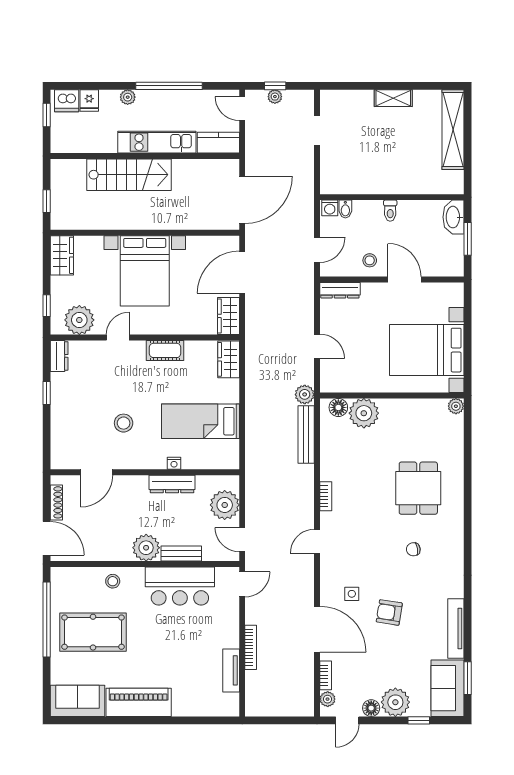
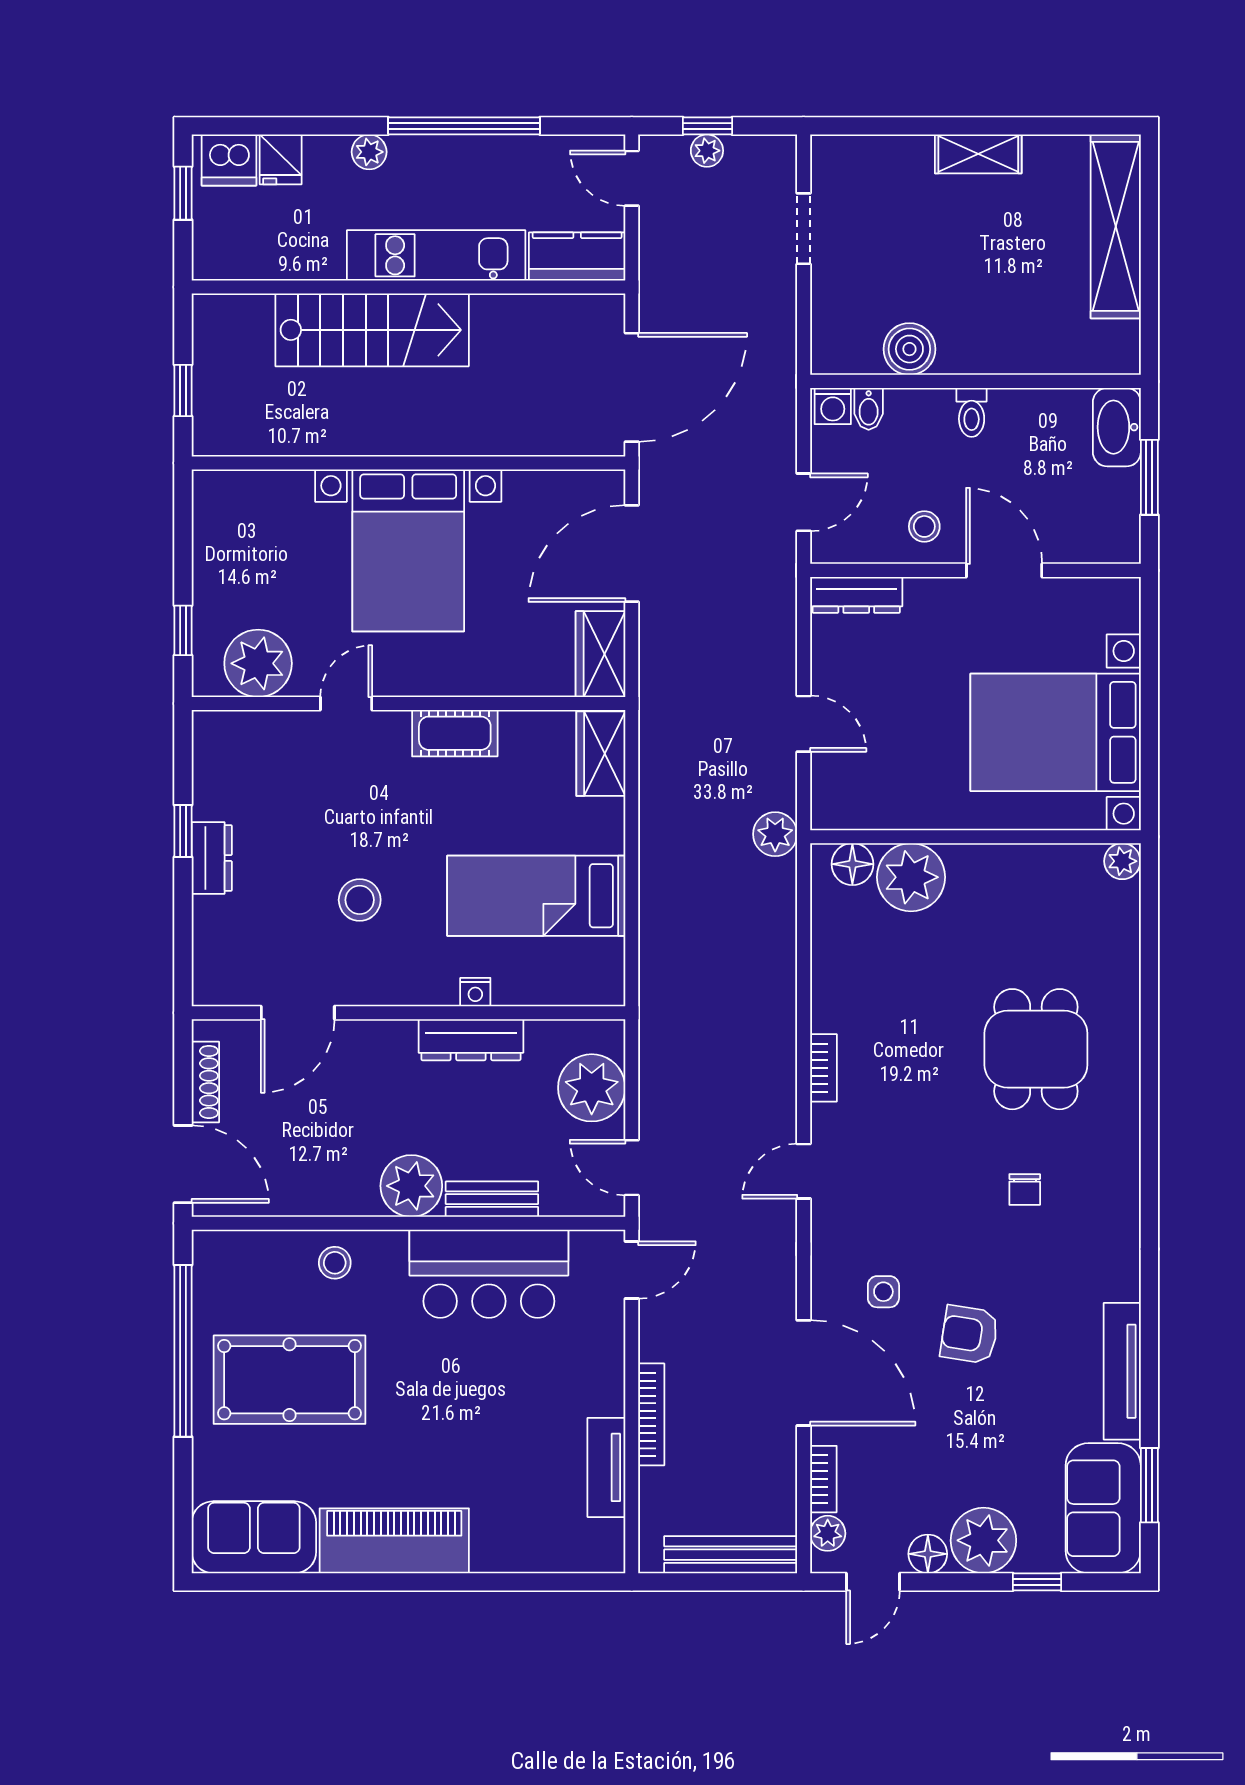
boiler: (363, 183) -> (909, 349), added
wardrobe: (62, 255) -> (218, 515), removed
dresser: (59, 356) -> (212, 858), moved
bench: (306, 434) -> (731, 1555), moved, turned 90
chair: (413, 549) -> (1025, 1190), turned -81

